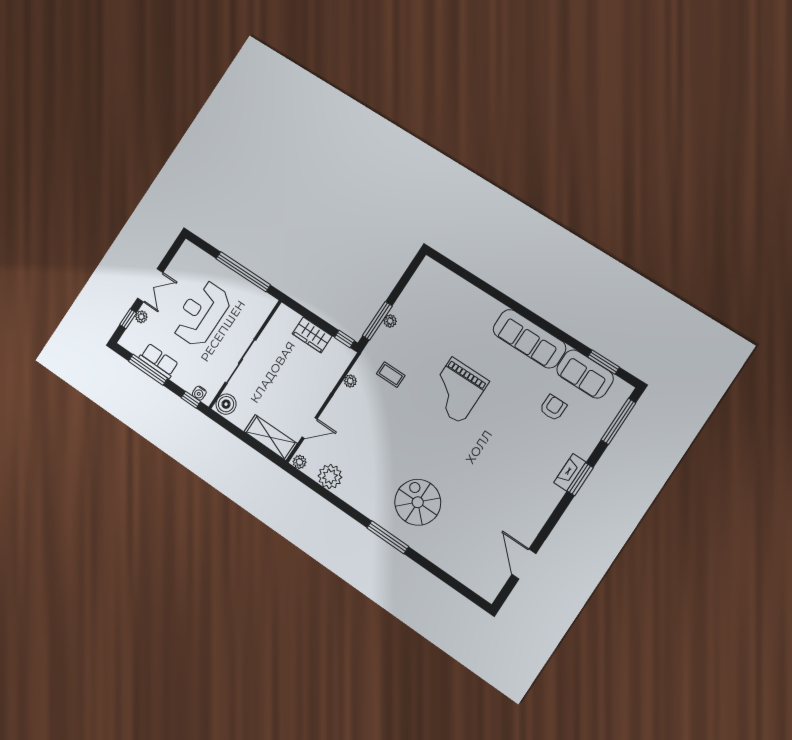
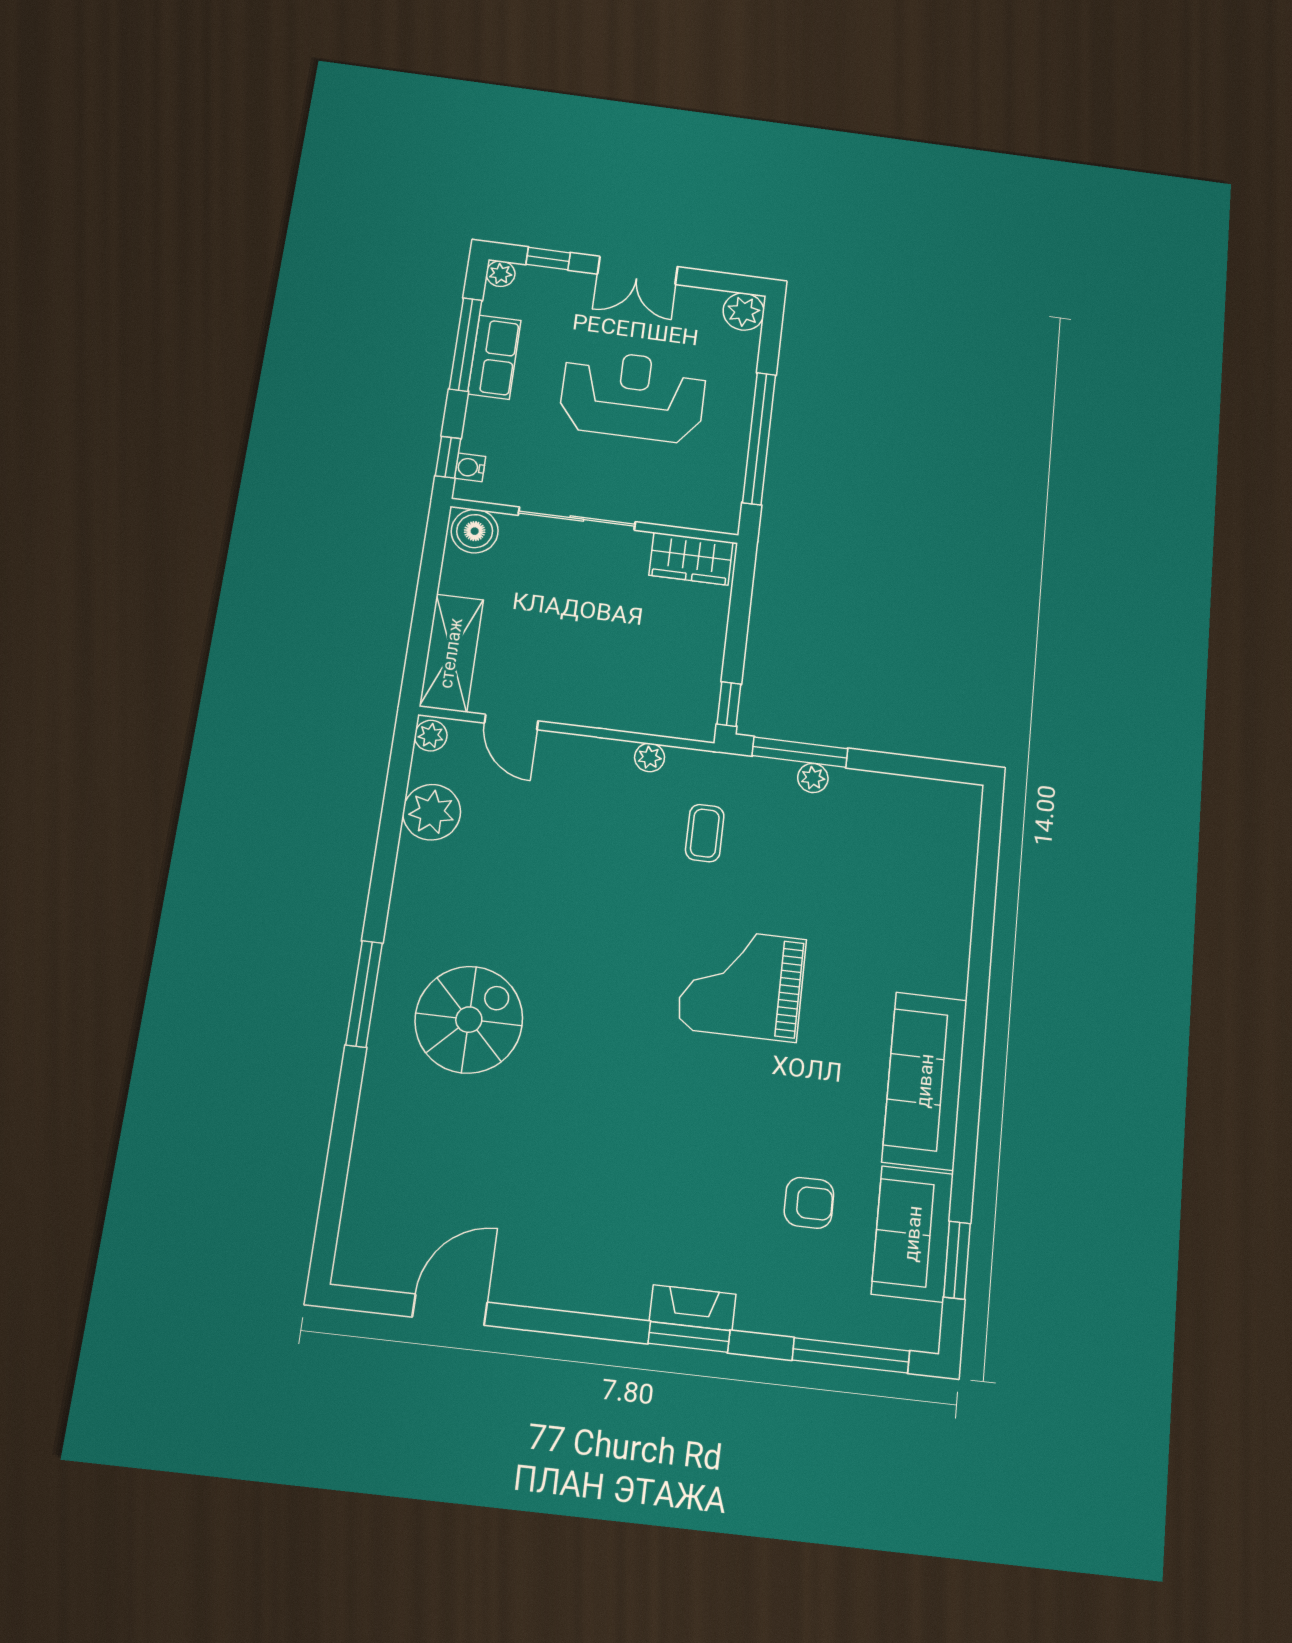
plant: (188, 251) -> (744, 312), added
plant: (141, 317) -> (501, 274), moved
wardrobe: (312, 335) -> (691, 559), moved, turned -90

